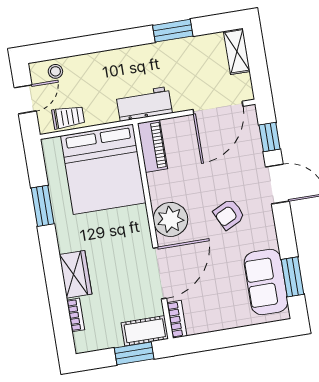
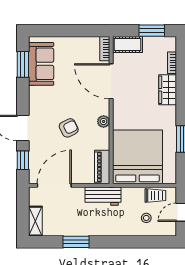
stool: (55, 71) -> (146, 218), moved
trolley: (68, 117) -> (155, 196), turned 180
armchair: (229, 214) -> (69, 128), moved
plant: (170, 219) -> (104, 121), width x0.53, depth x0.53
door: (160, 273) -> (111, 81), hinge flipped
window: (134, 353) -> (152, 31), moved

